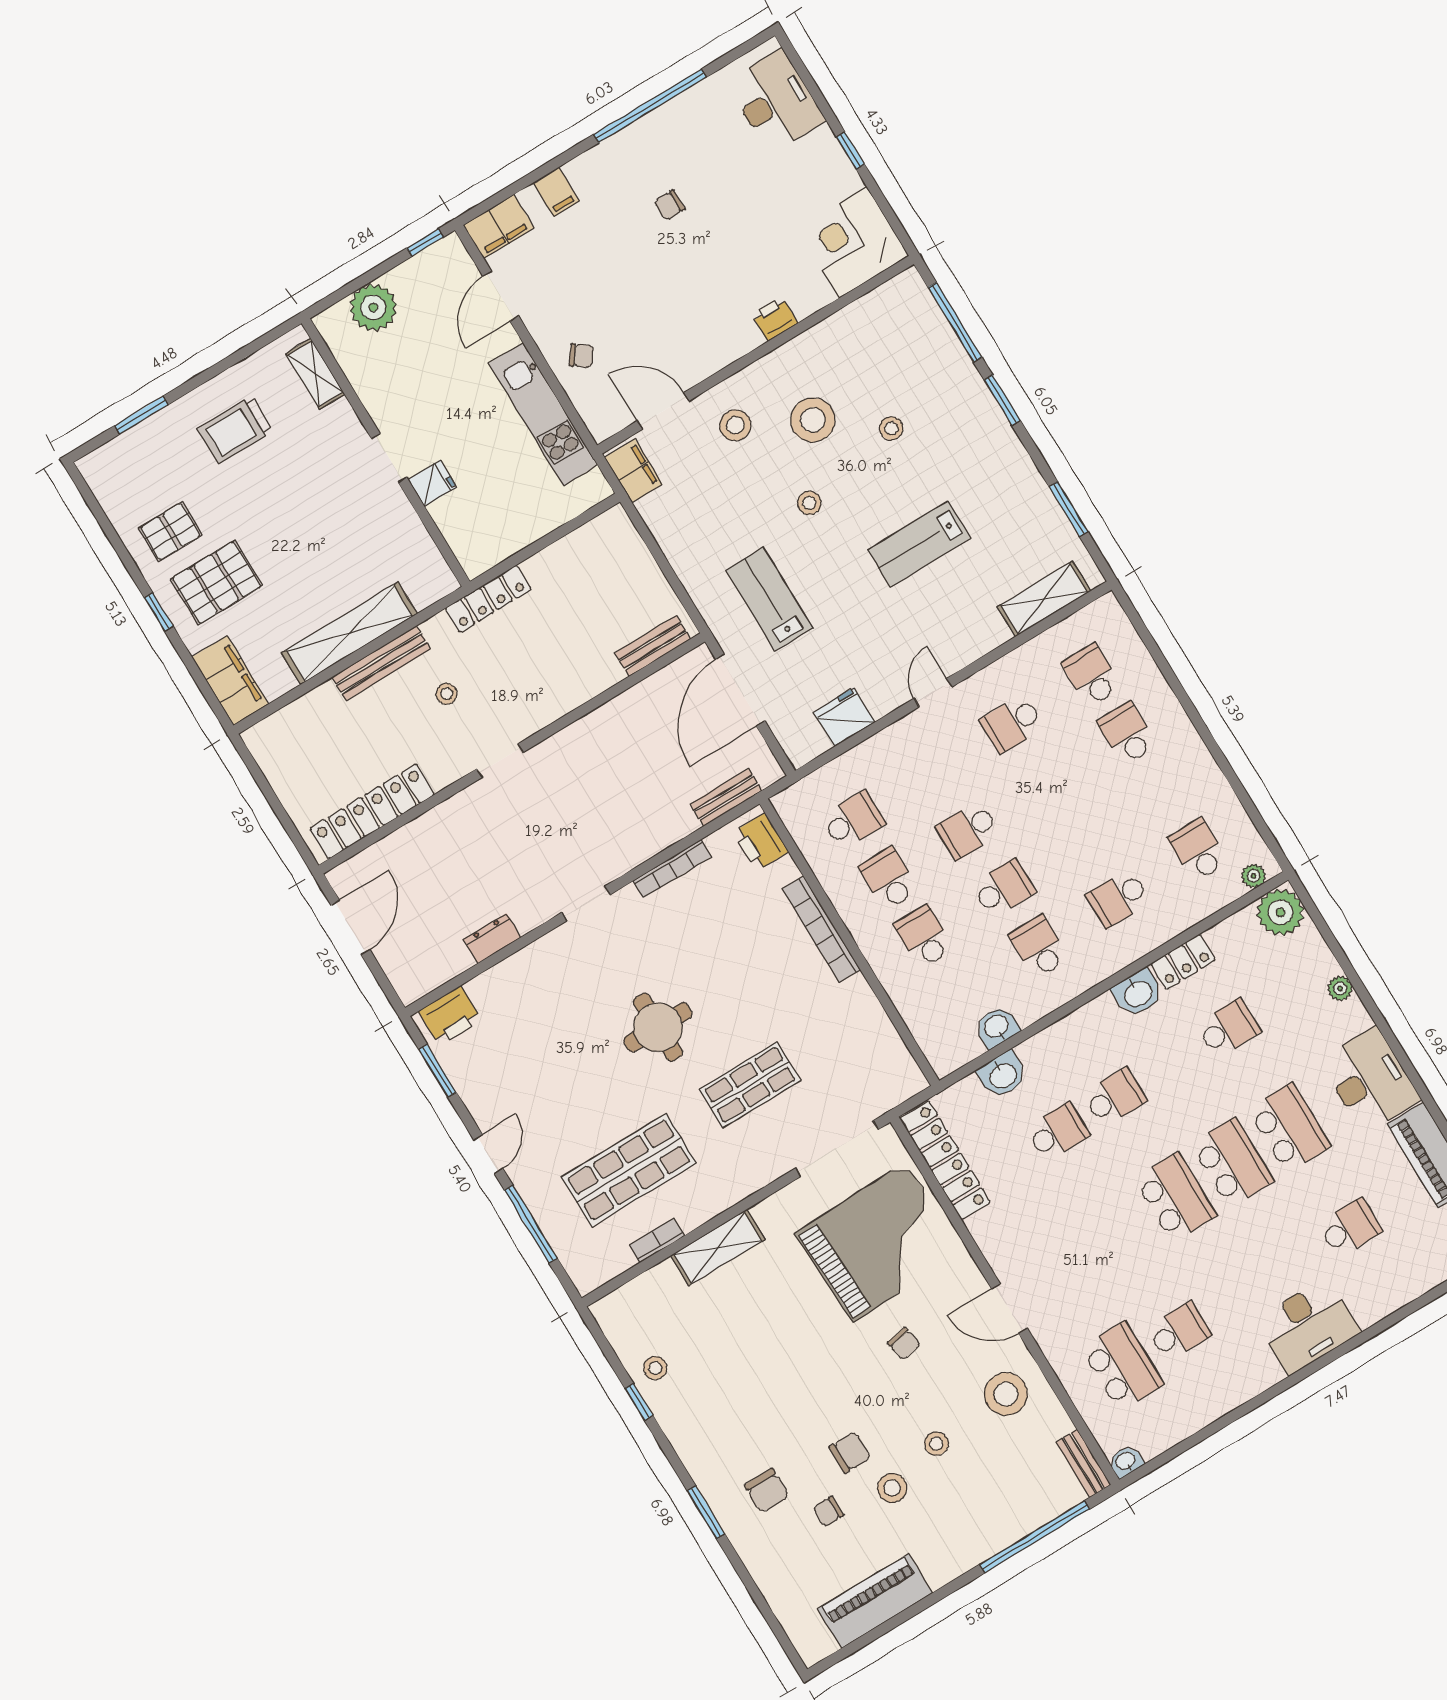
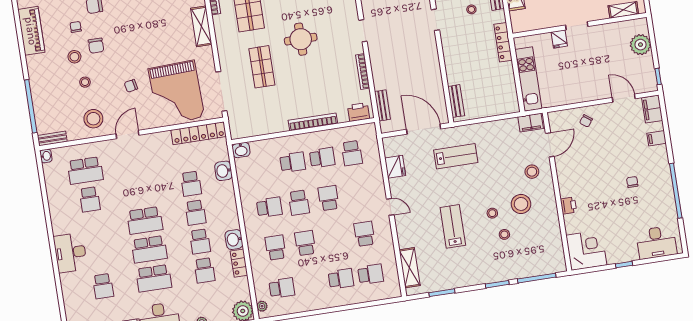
kitchen unit: (543, 414) -> (528, 79), moved, turned 90
stool: (809, 503) -> (492, 213), moved
school desk: (1083, 840) -> (305, 243), added
washbasin: (997, 1027) -> (241, 150), moved, turned 90
school desk: (1172, 1063) -> (200, 242), added

